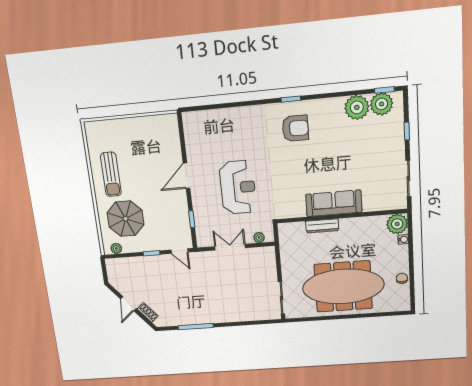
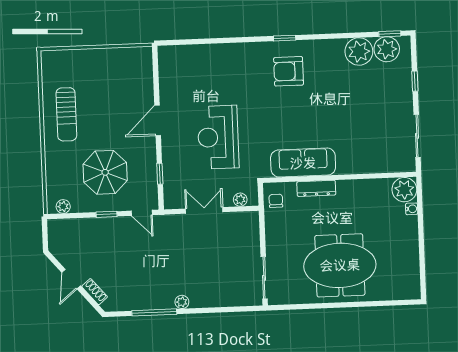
armchair: (295, 128) -> (289, 71), turned 180
reception desk: (238, 187) -> (218, 137), turned 180
sofa: (334, 203) -> (303, 163), moved
parasol: (126, 219) -> (105, 172), moved
chair: (402, 278) -> (276, 201), moved
meeting table: (343, 286) -> (340, 265), width x0.73
plant: (217, 318) -> (182, 302), added

